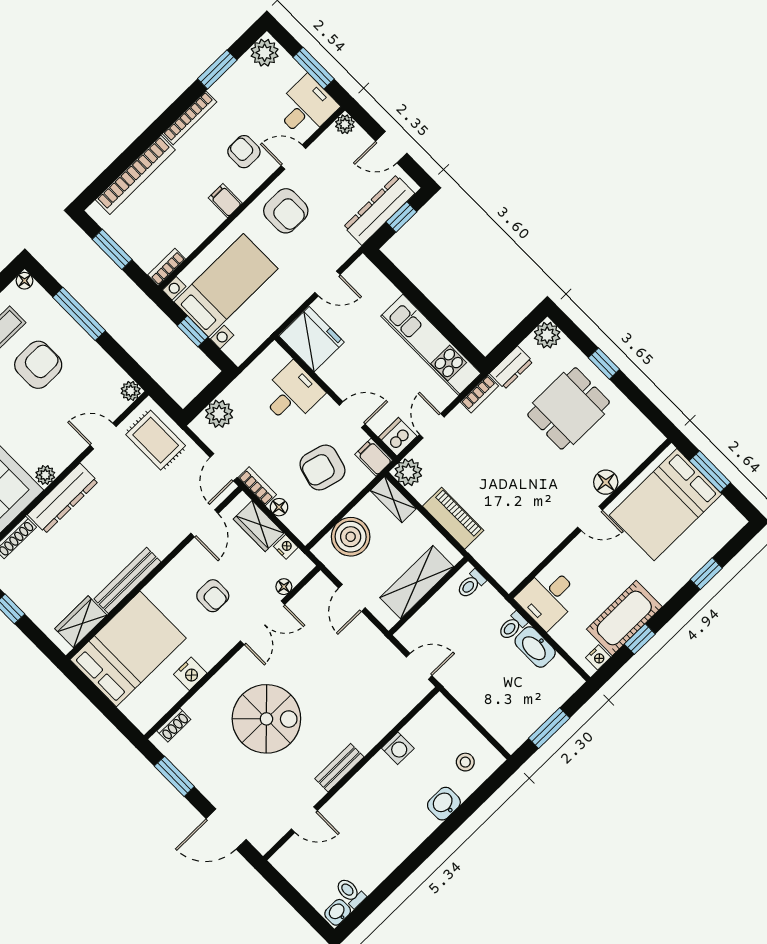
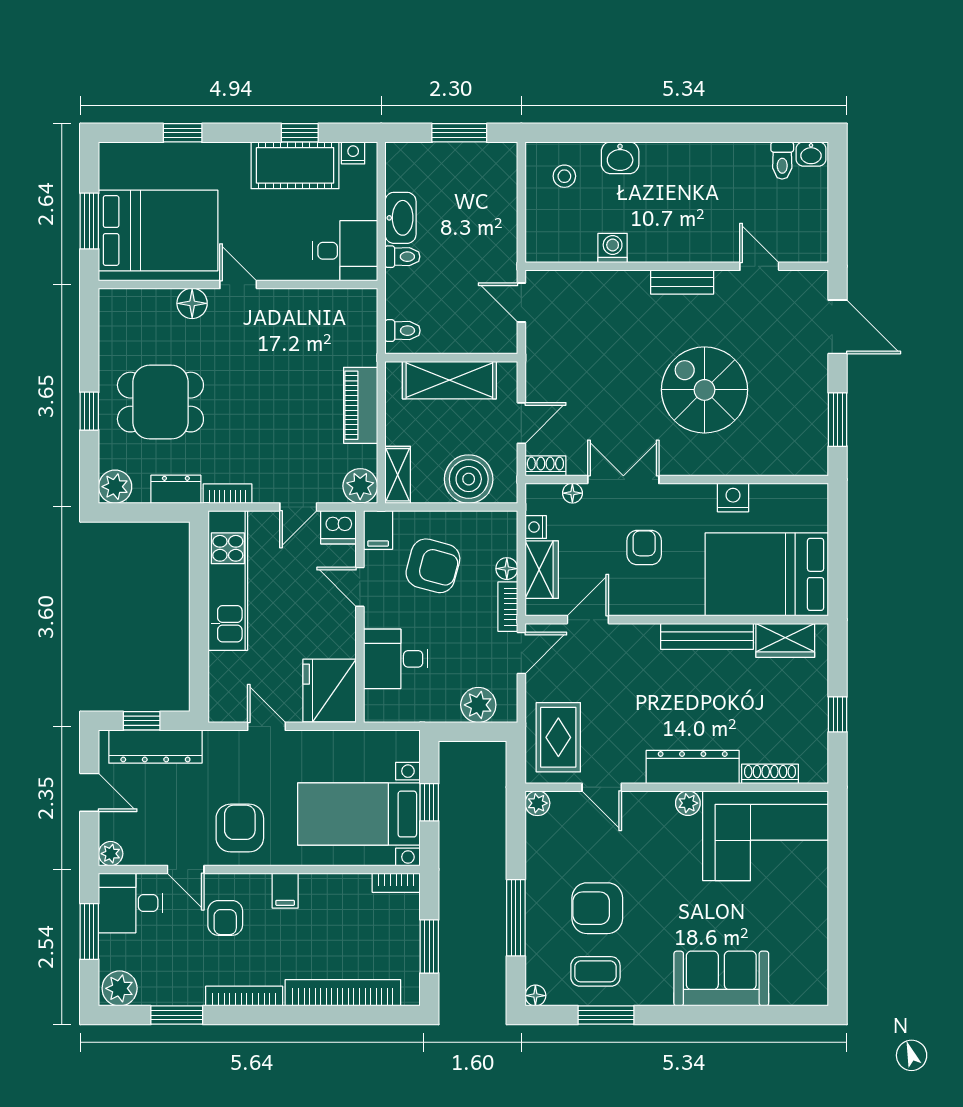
shoe rack: (174, 725) -> (545, 466), moved

